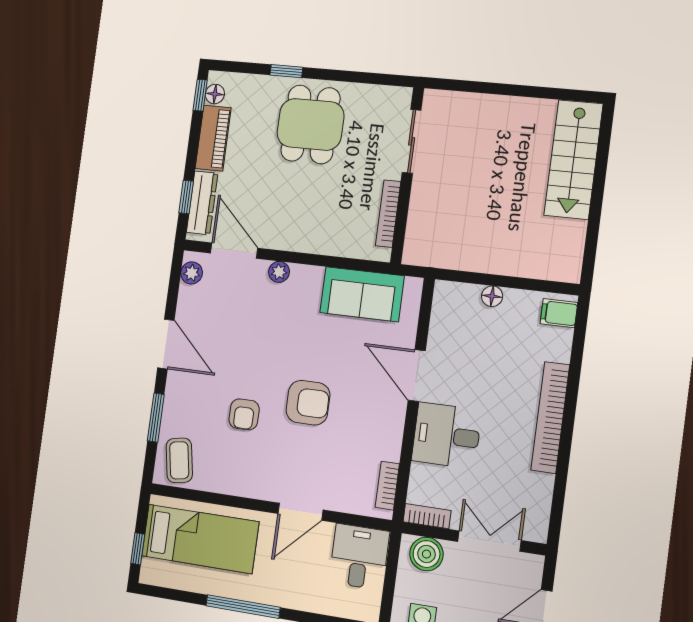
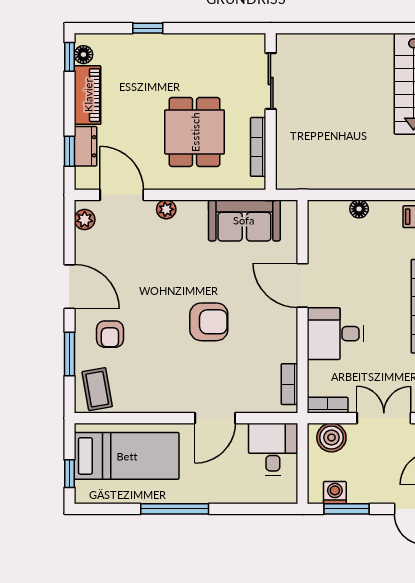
dining table: (310, 124) -> (195, 132), moved
dresser: (202, 203) -> (86, 146), width x0.70
armchair: (244, 414) -> (110, 334), moved

